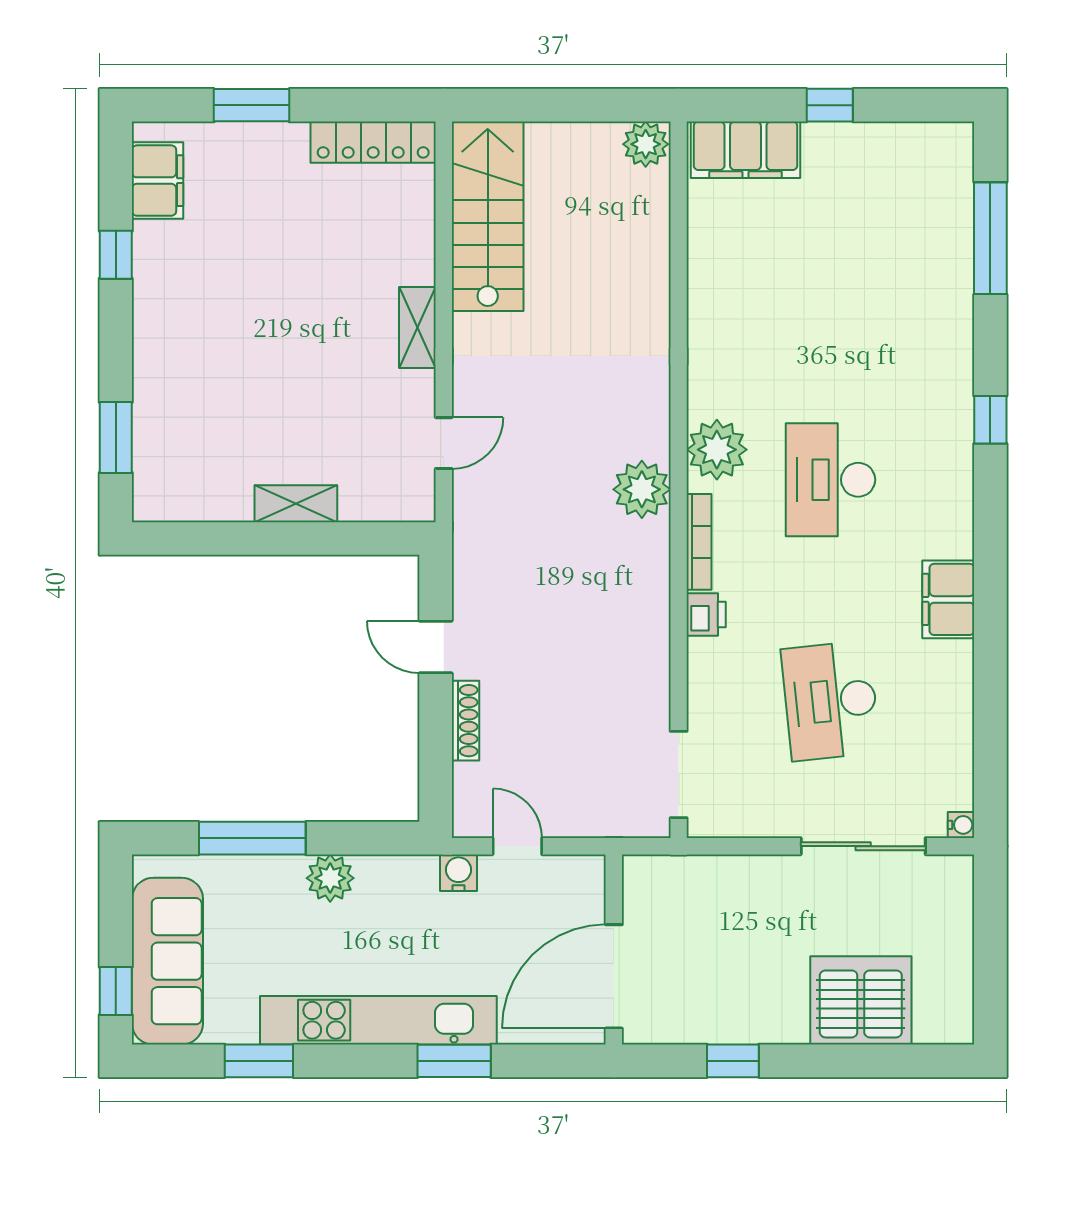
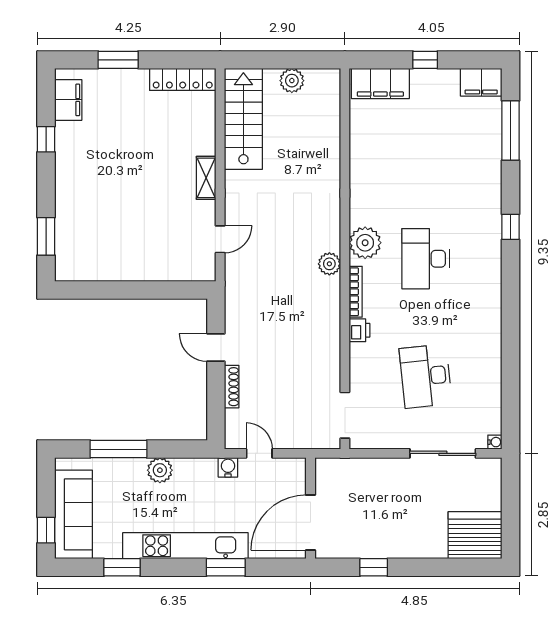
plant: (646, 144) -> (292, 81), moved
plant: (642, 489) -> (329, 264), width x0.73, depth x0.73
shelving: (296, 504) -> (142, 271), removed
filing cabinet: (948, 599) -> (481, 82), moved, turned -90
server rack: (861, 1000) -> (475, 535), moved

